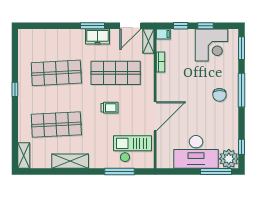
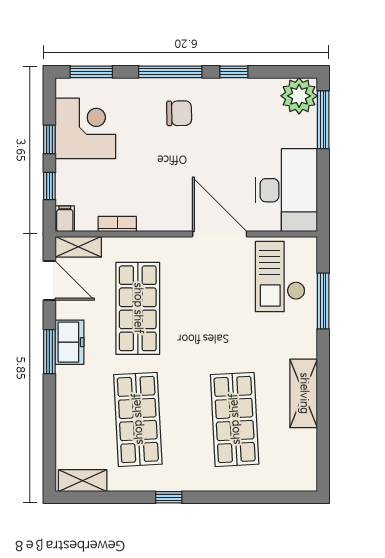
trolley: (110, 108) -> (203, 320), removed
window: (242, 147) -> (234, 72), moved
desk: (196, 152) -> (286, 190), moved
shelving: (24, 156) -> (83, 481), moved

